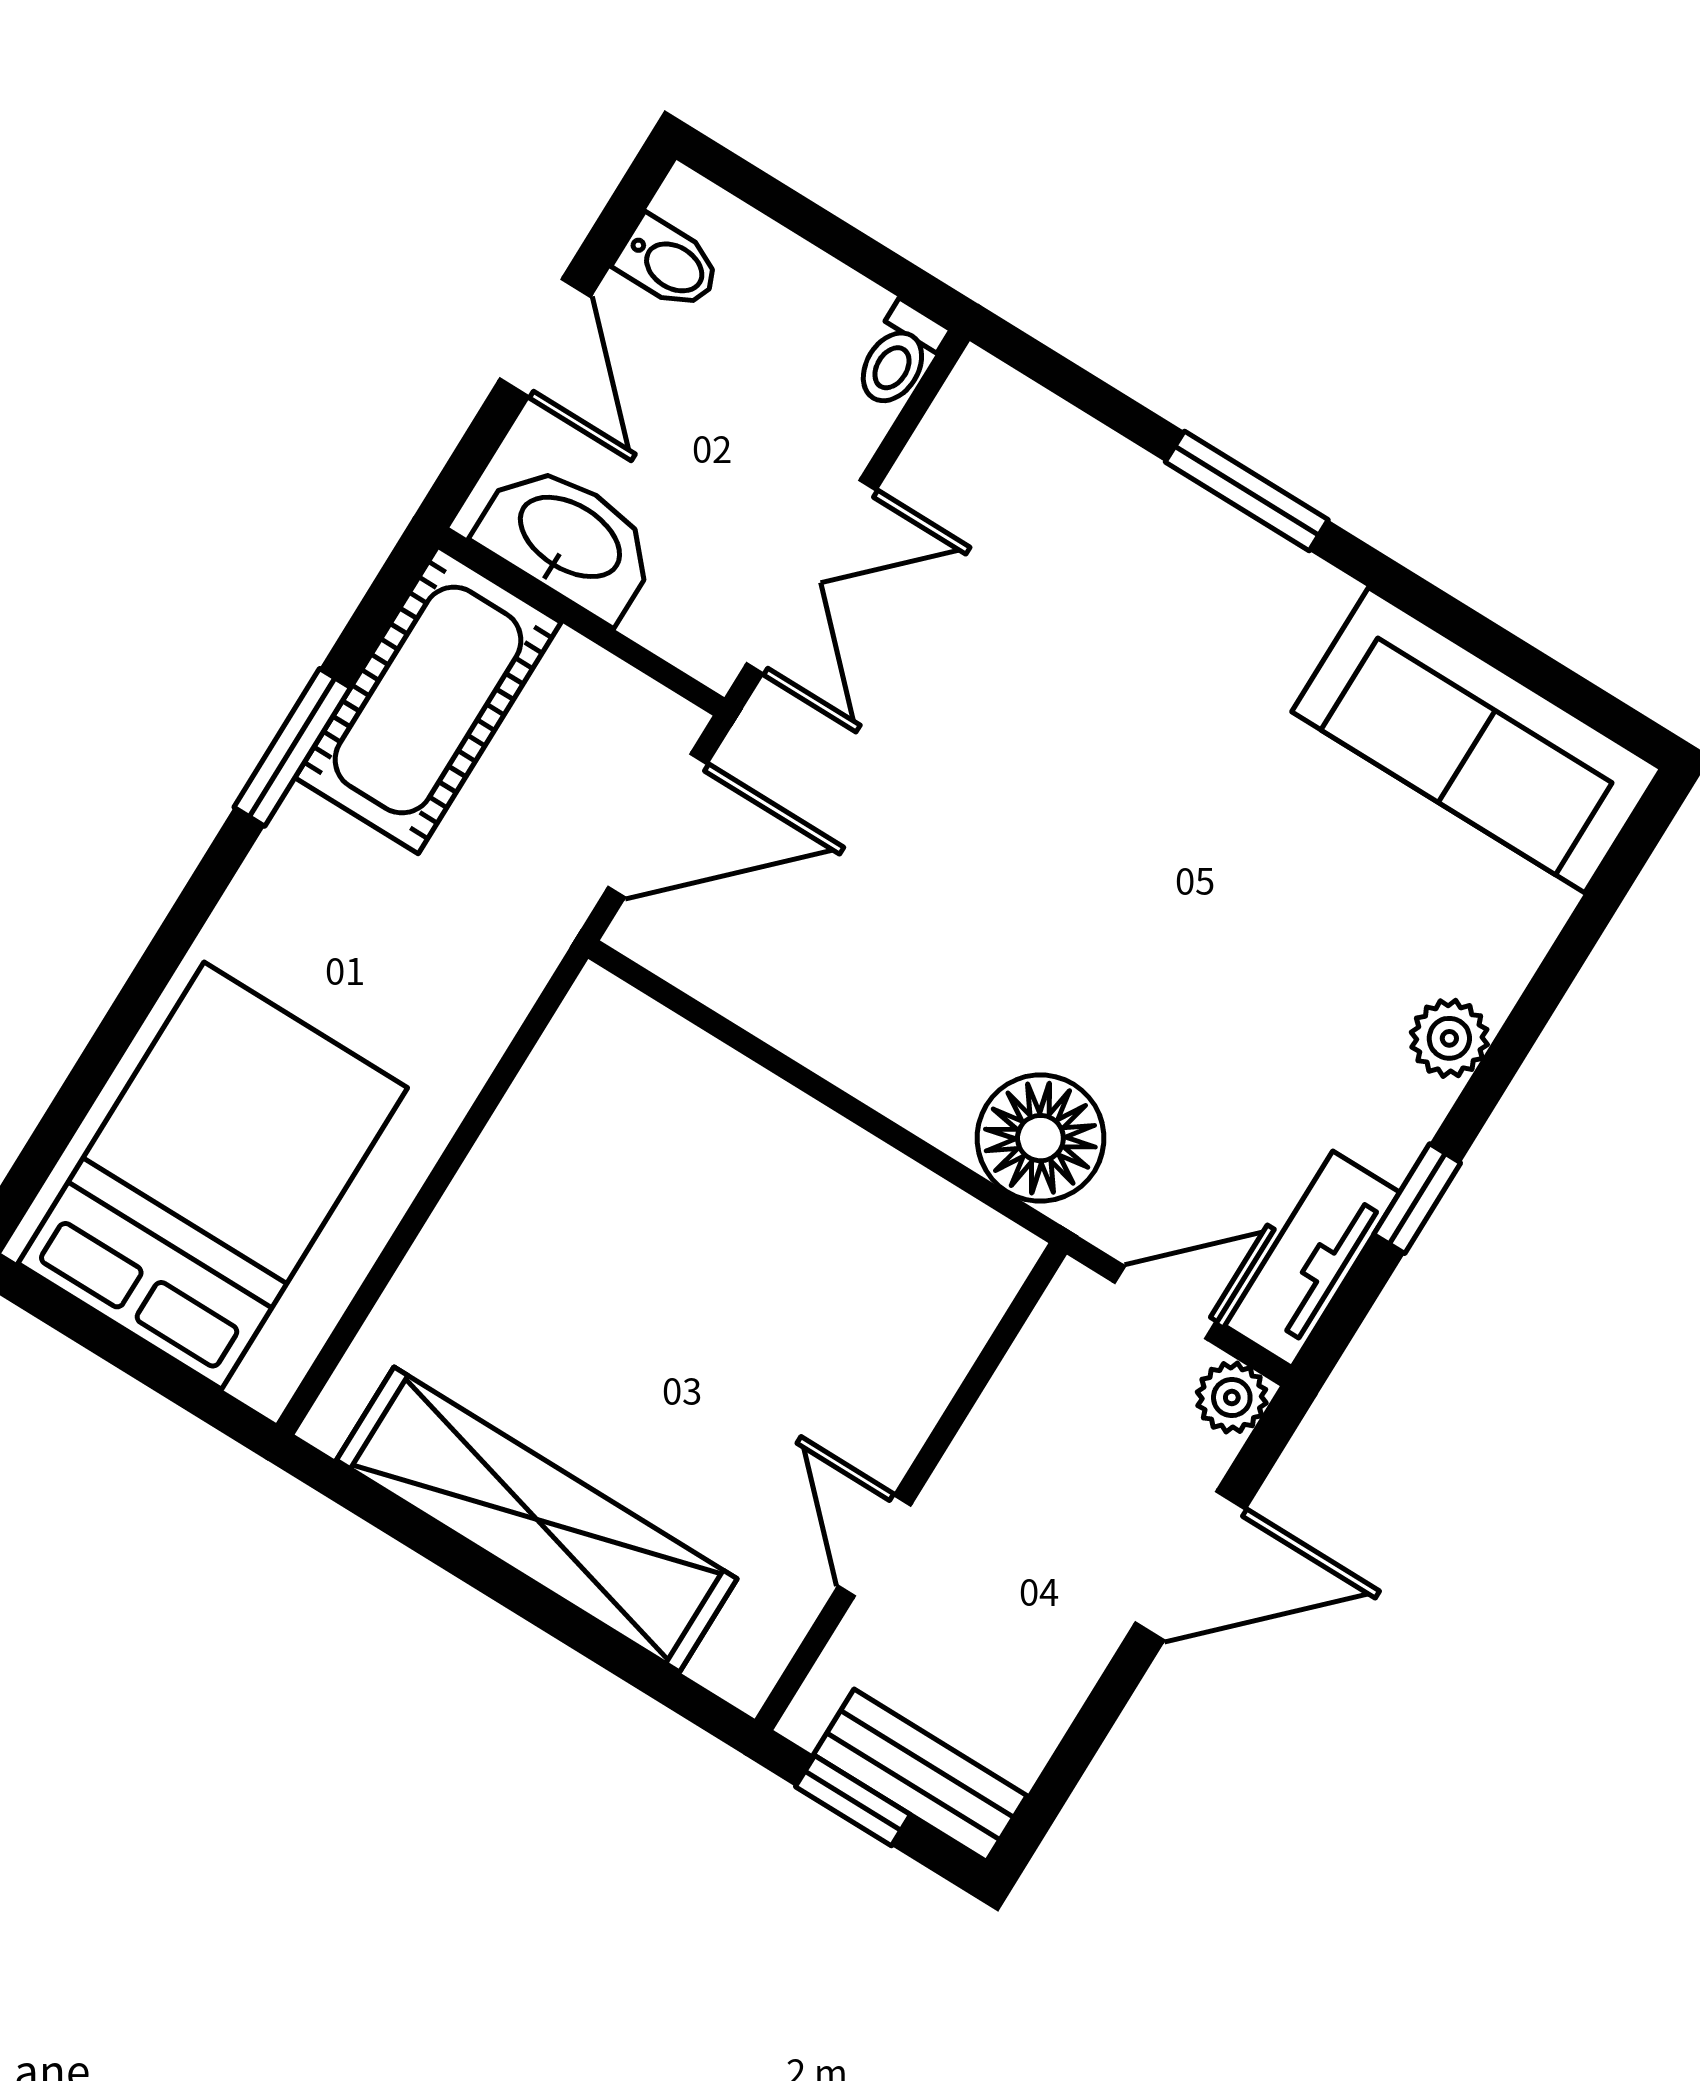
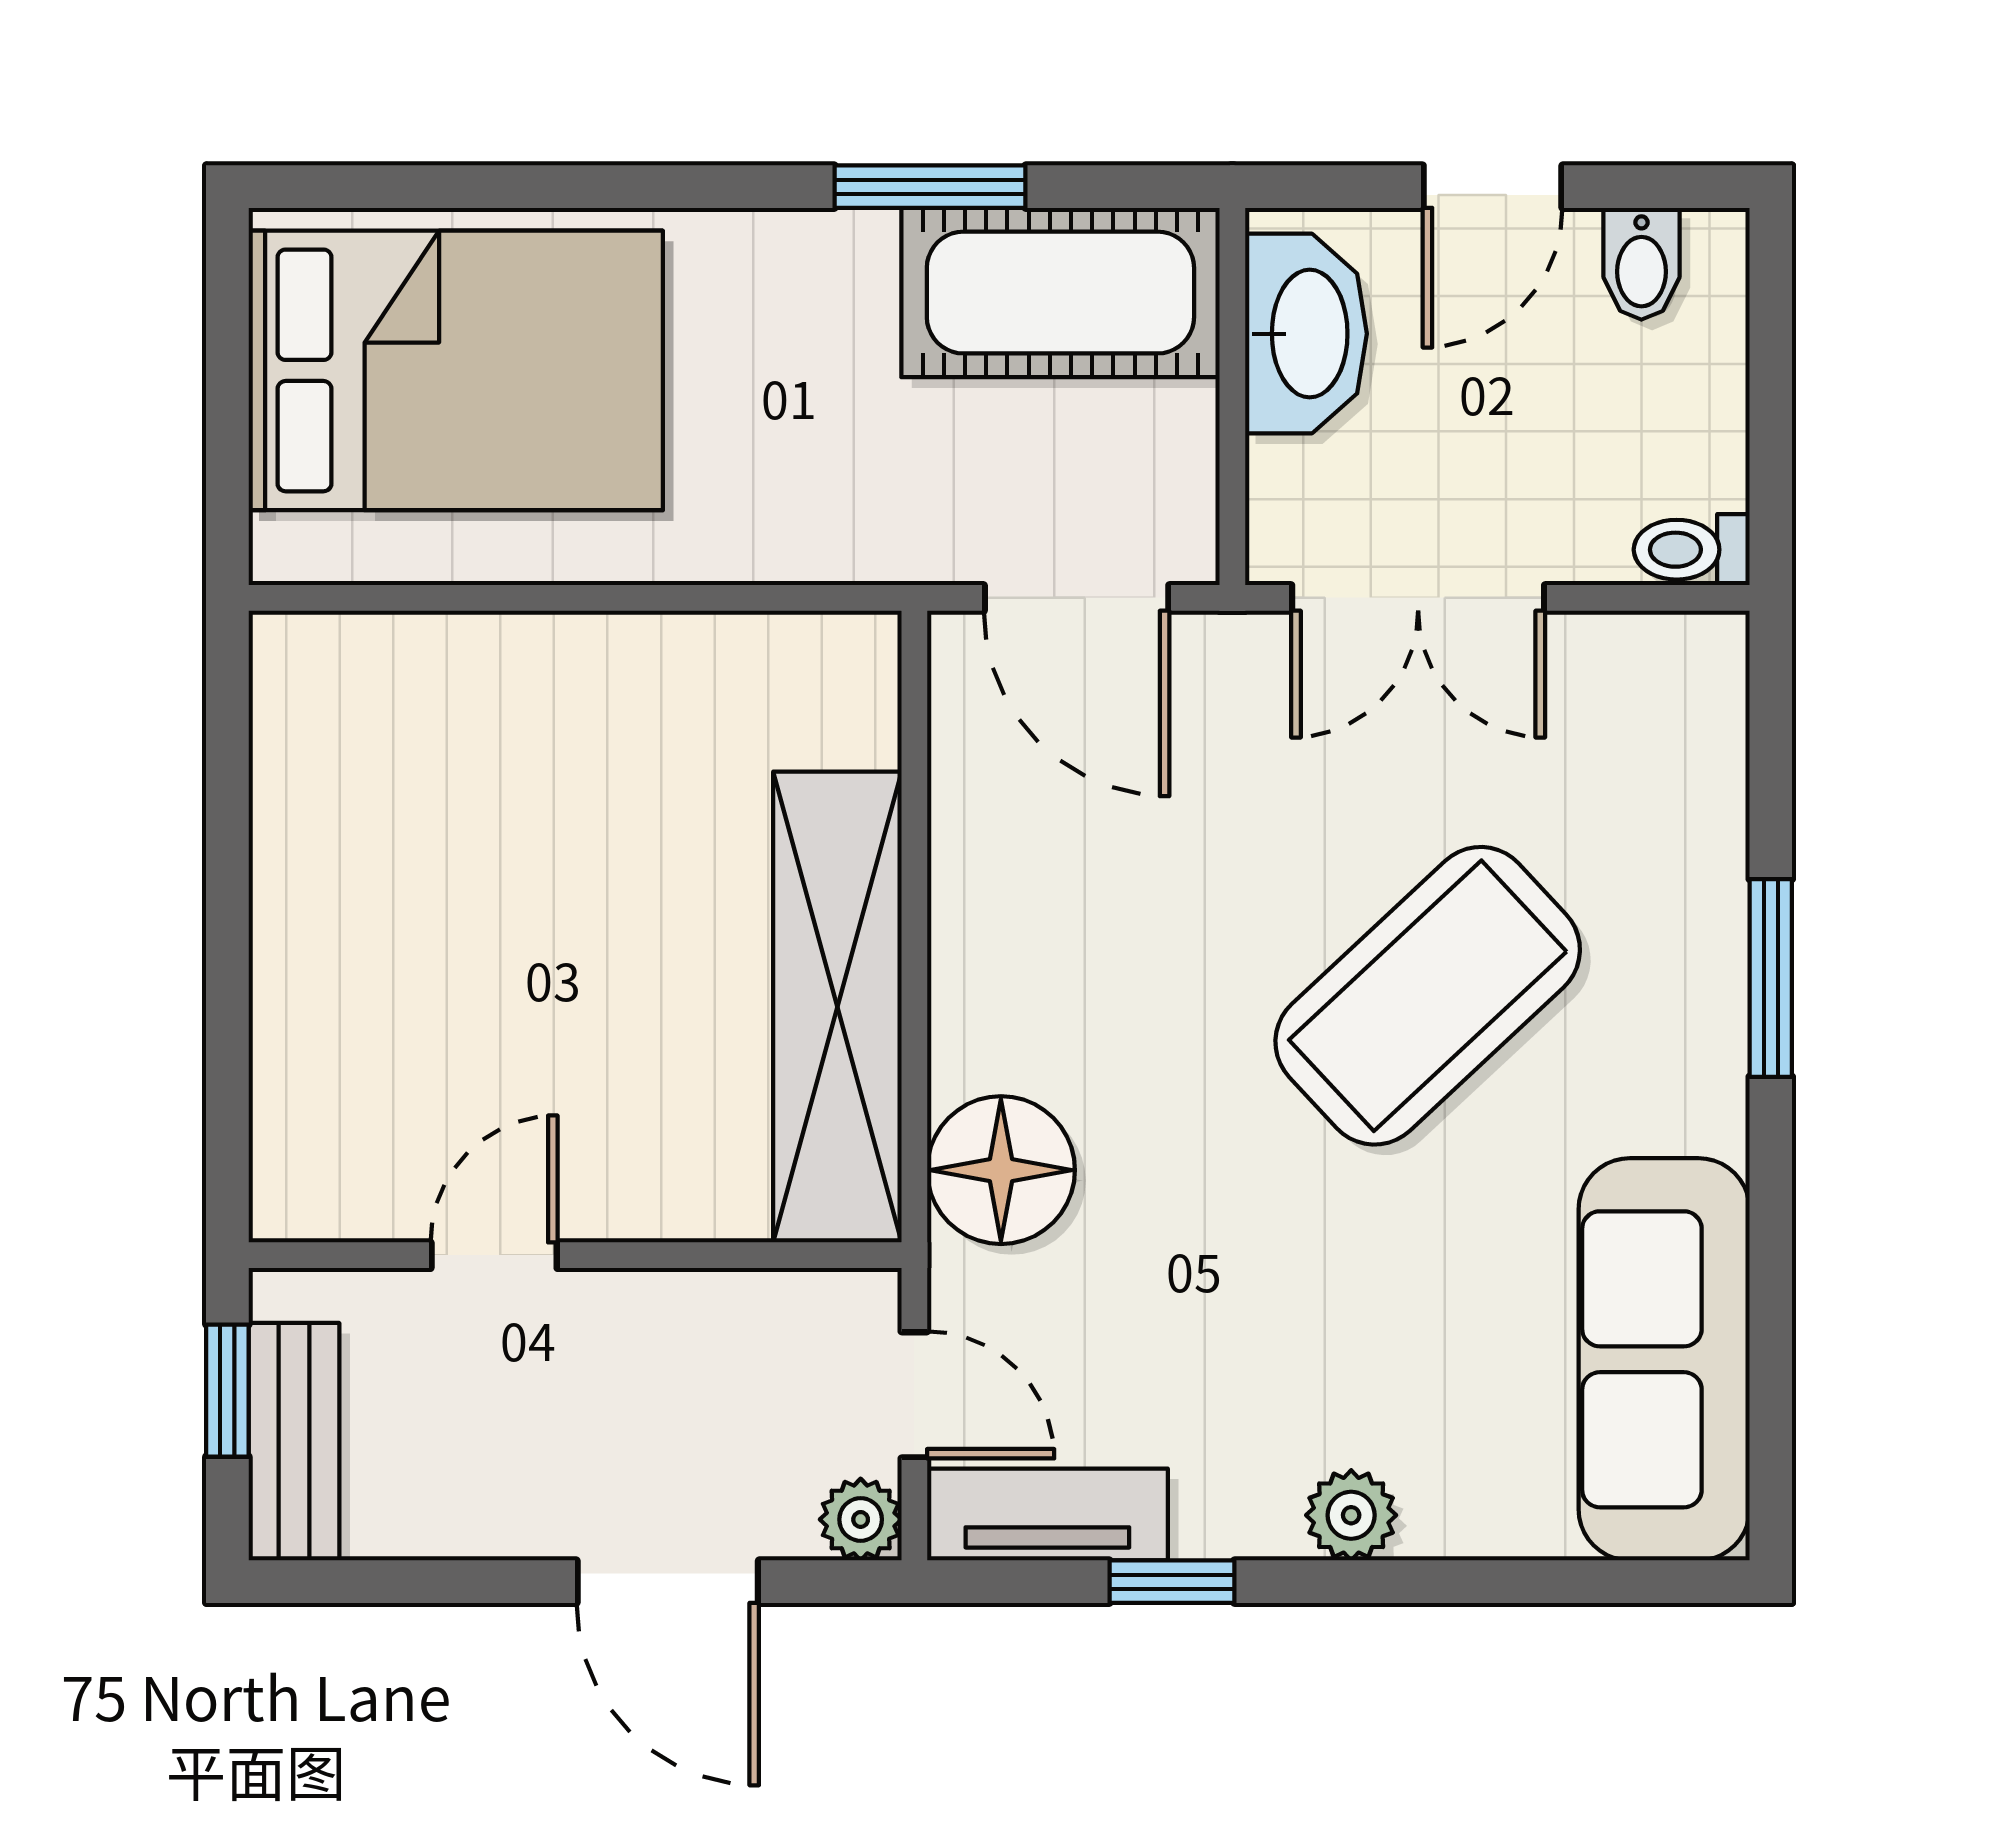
coffee table: (1105, 749) -> (1428, 996), added
shelving: (537, 1519) -> (837, 1007), moved

